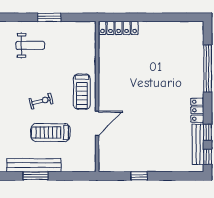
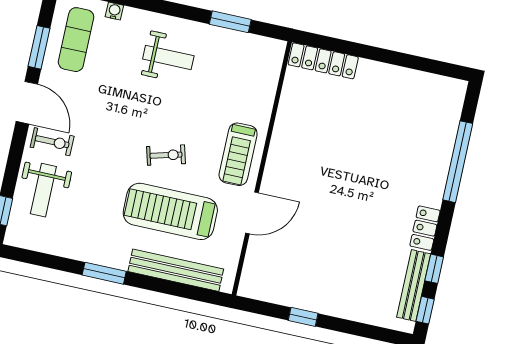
window: (49, 17) -> (230, 22), moved
treadmill: (51, 133) -> (170, 211), width x1.37, depth x1.38
bench: (34, 165) -> (176, 270), moved
window: (36, 176) -> (104, 273), moved

